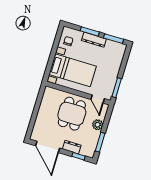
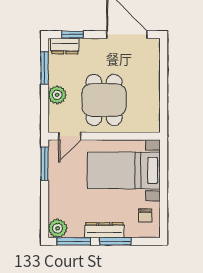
plant: (120, 49) -> (58, 228), added
door: (98, 99) -> (70, 136), swing flipped
dresser: (72, 147) -> (65, 46), moved

